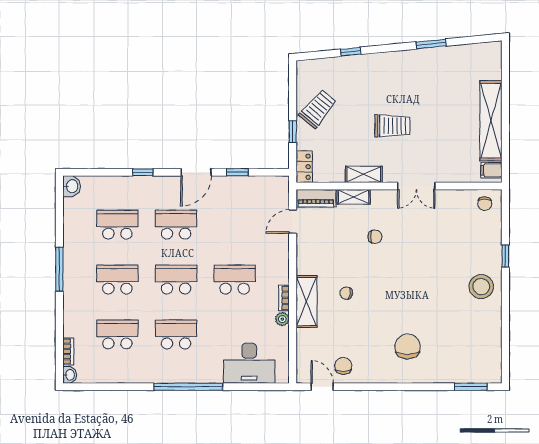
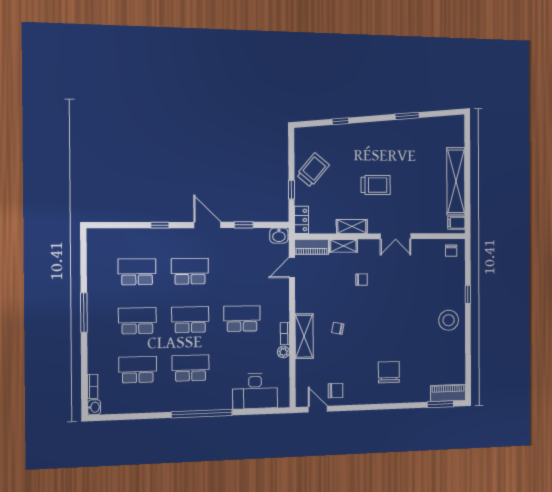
door: (196, 172) -> (207, 225), swing flipped
washbasin: (72, 186) -> (279, 236), moved, turned 90
chair: (343, 366) -> (335, 391), turned 90
piano: (480, 374) -> (448, 393), added

